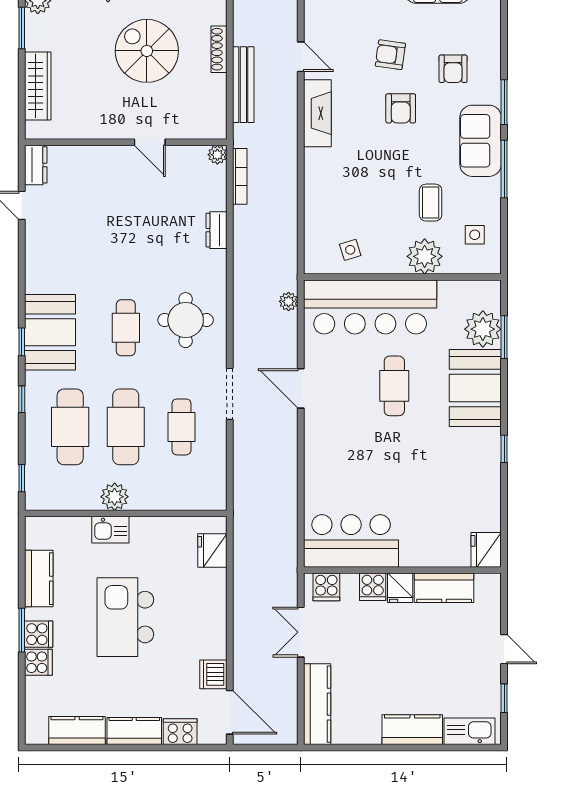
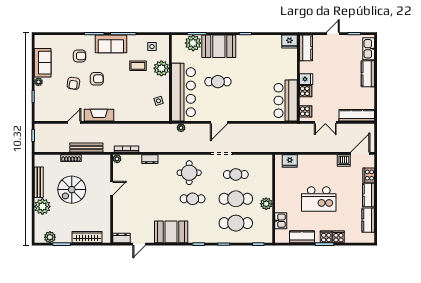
booth: (50, 332) -> (171, 232), moved
kitchen sink: (110, 530) -> (281, 221), moved
kitchen counter: (444, 588) -> (306, 48), moved

